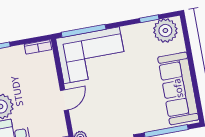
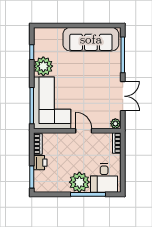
plant: (165, 31) -> (43, 66), moved
printer: (16, 54) -> (40, 163), added

